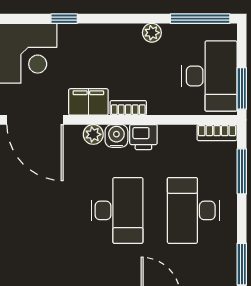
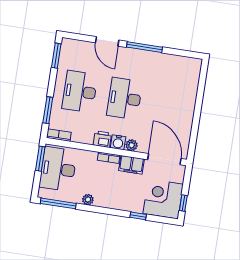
desk: (193, 210) -> (80, 92), turned 180

